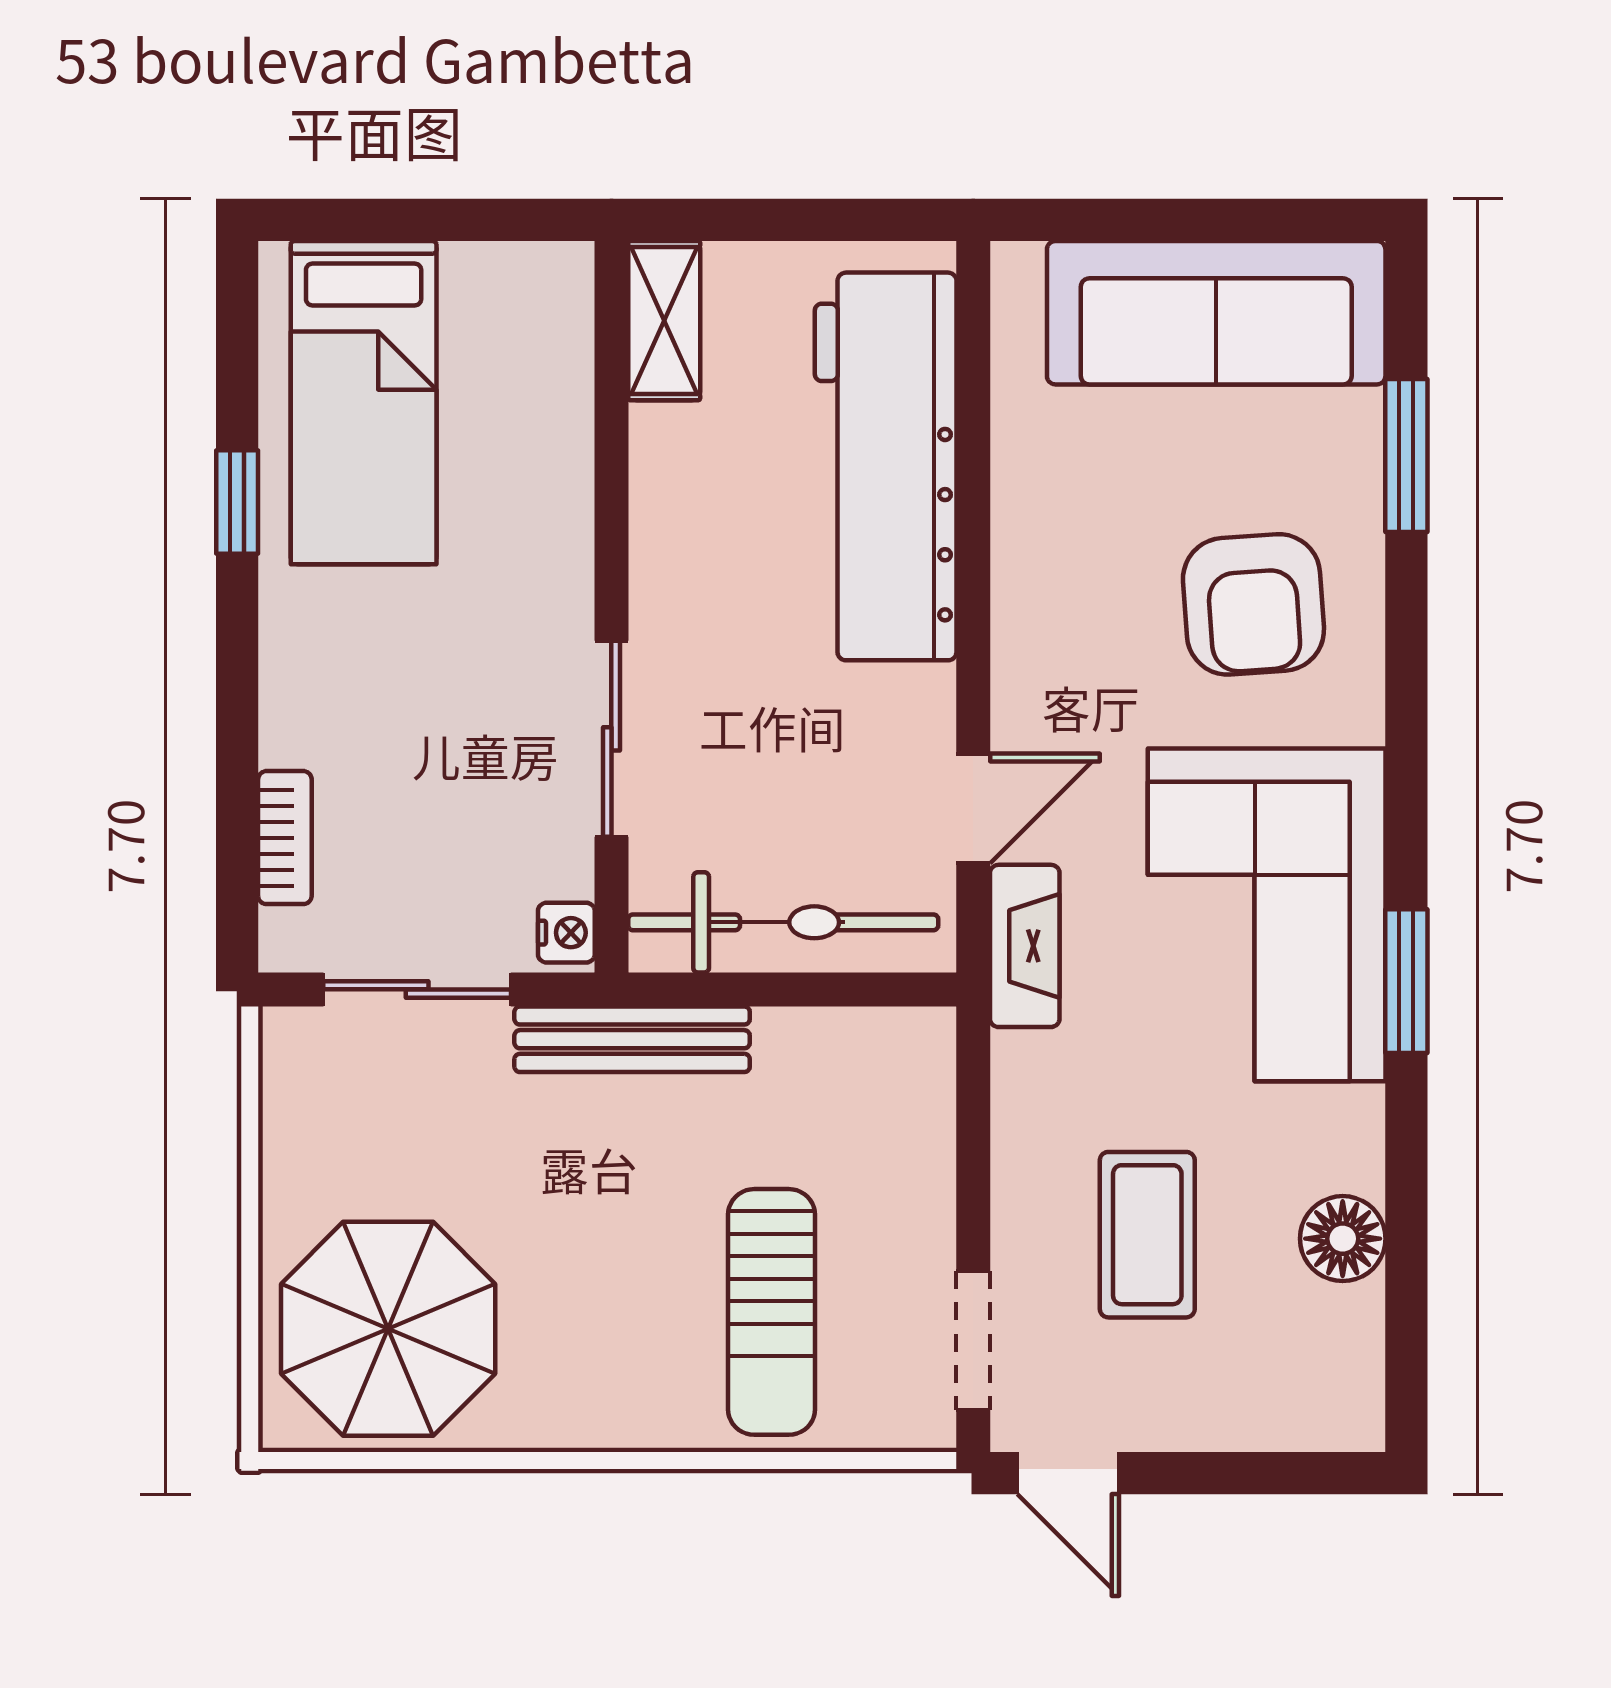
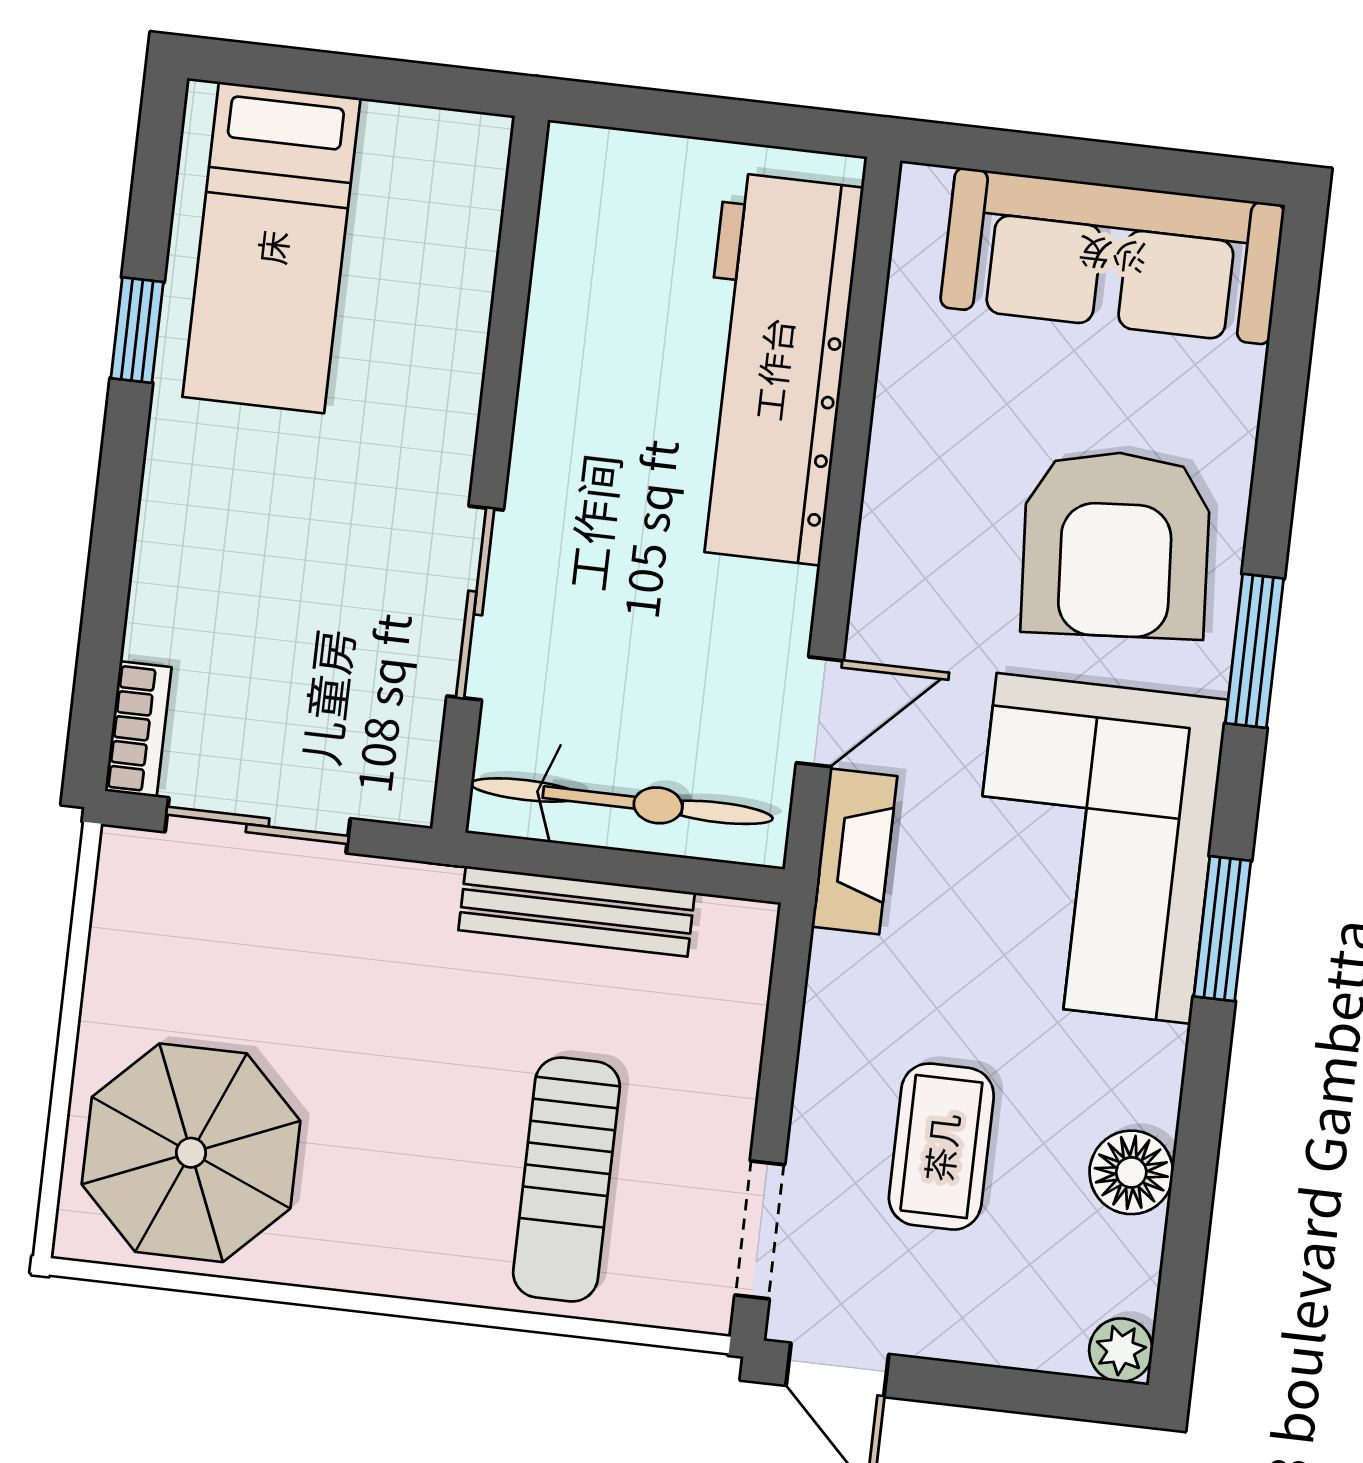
shelving: (664, 321) -> (574, 201), removed
window: (1406, 456) -> (1254, 651), moved
armchair: (1253, 604) -> (1116, 544), width x1.36, depth x1.36
bookcase: (285, 838) -> (138, 729), moved
nightstand: (566, 933) -> (409, 787), removed
bench: (632, 1039) -> (577, 911), moved
plant: (1353, 1420) -> (1121, 1350), added

